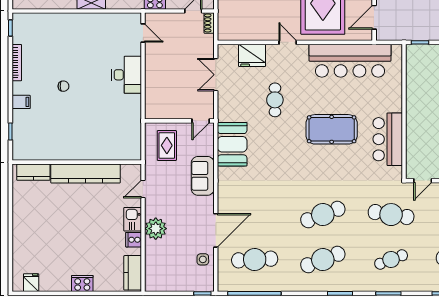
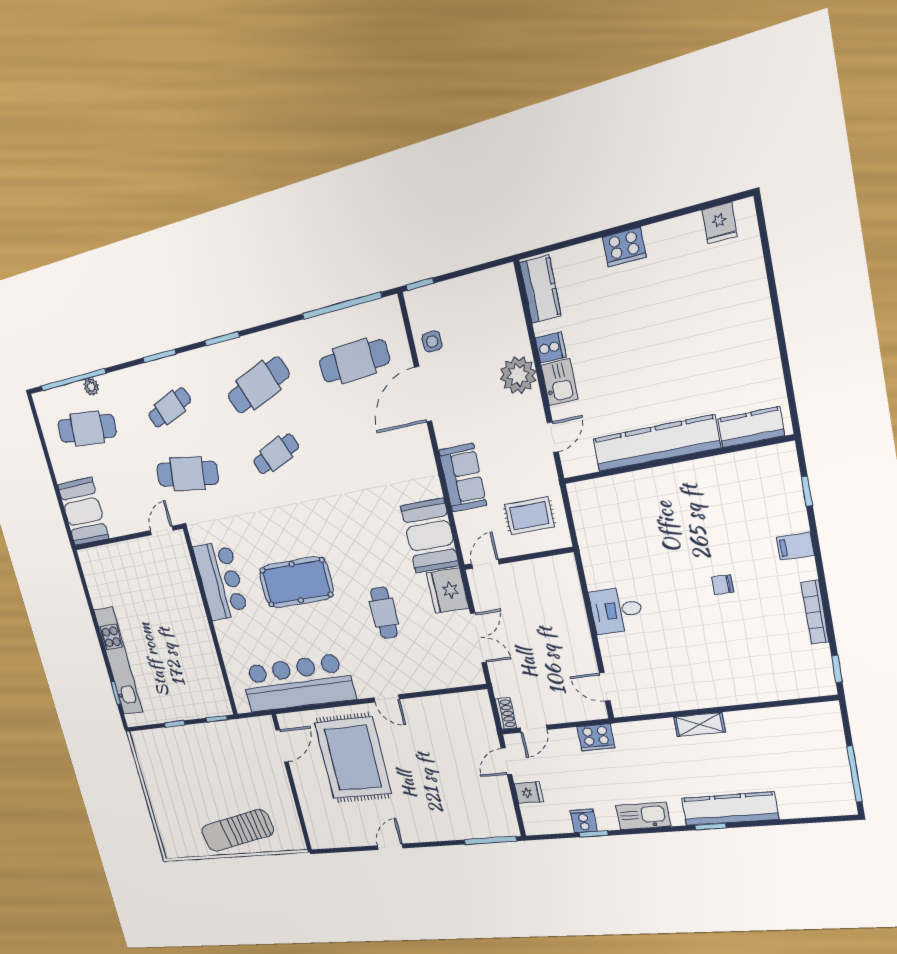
fridge: (252, 55) -> (448, 591), moved, turned -90
desk: (127, 75) -> (616, 610), width x0.73
rug: (167, 145) -> (529, 516), turned 90
cafe table: (323, 215) -> (276, 454), width x0.73, depth x0.74

